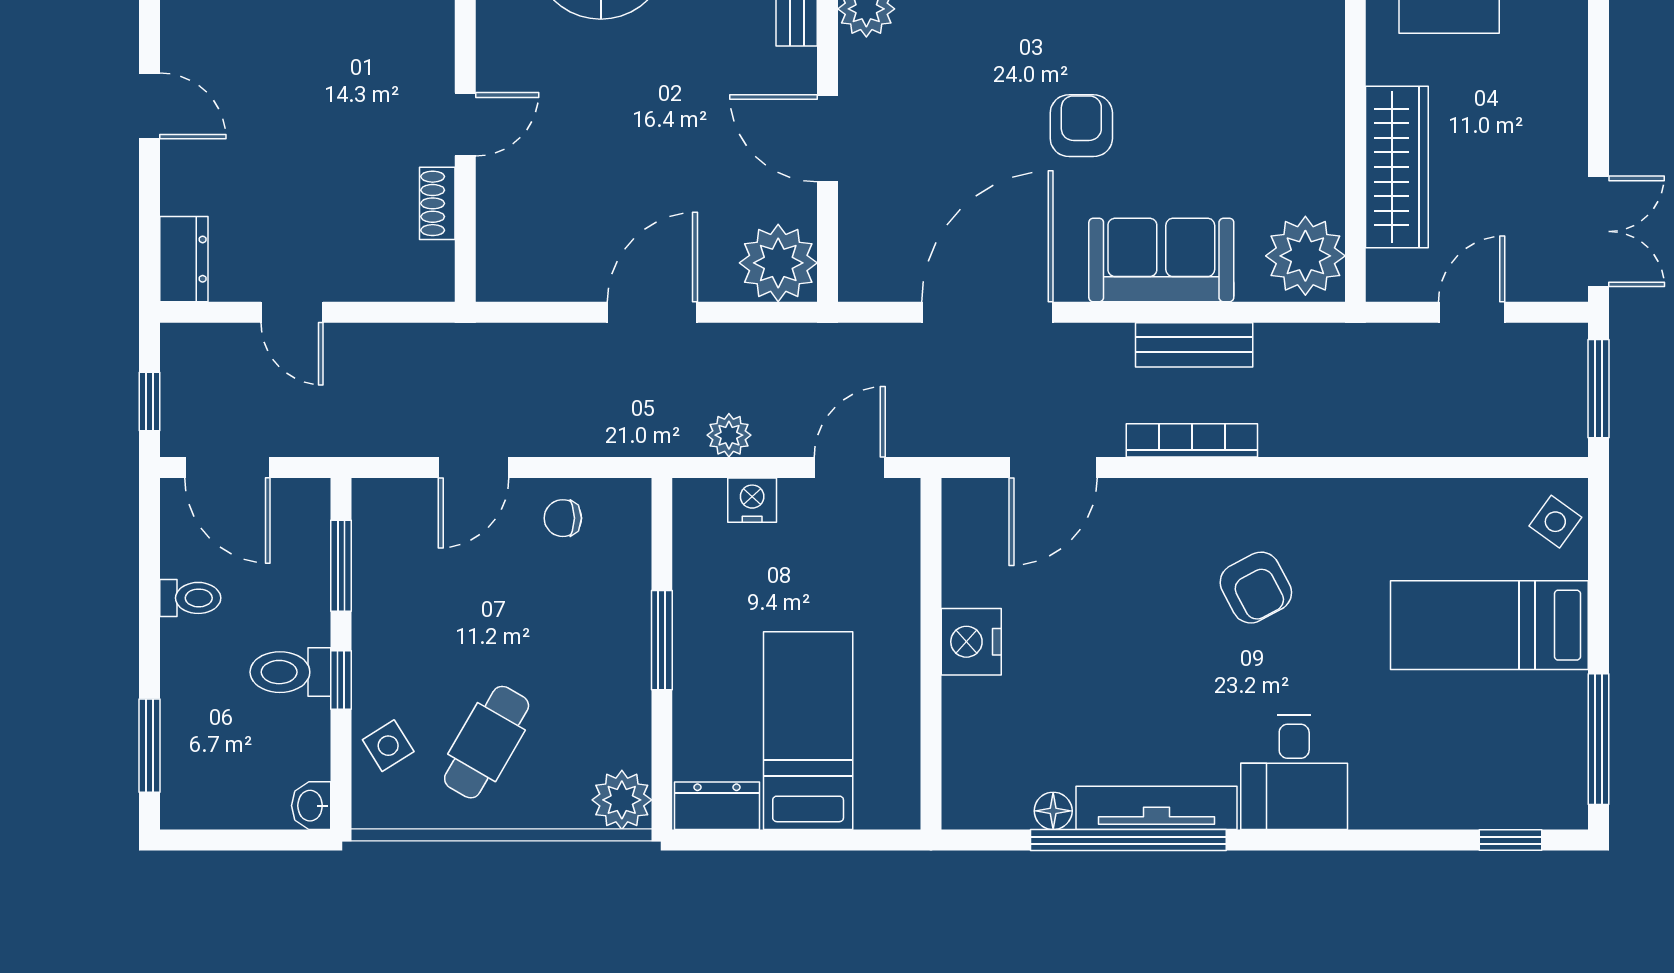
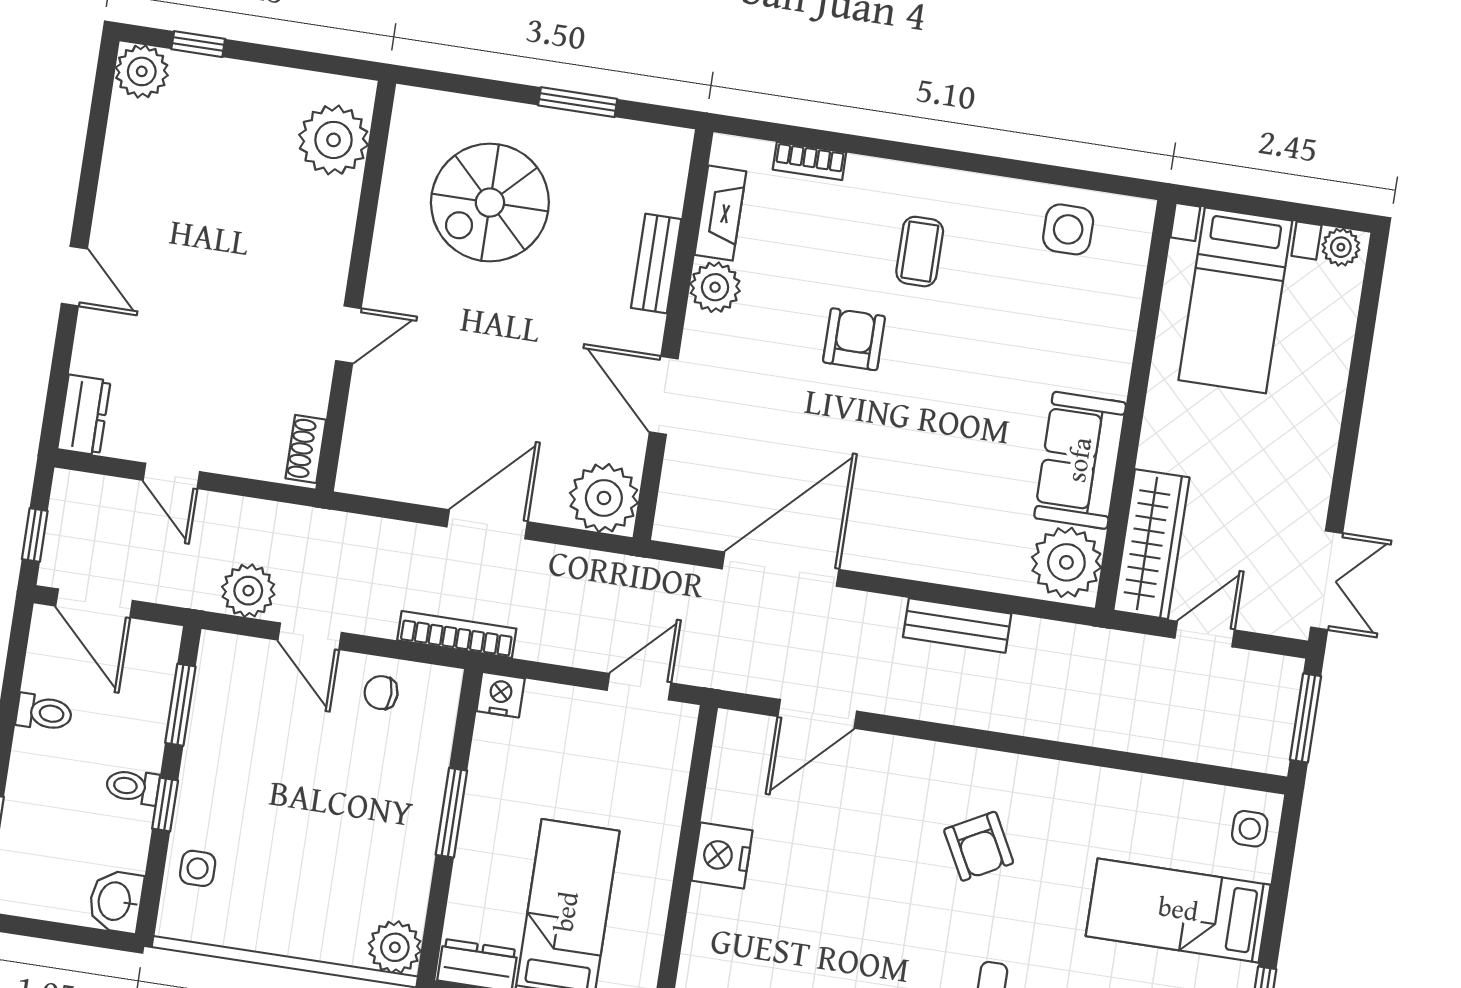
armchair: (1081, 126) -> (854, 339), moved
wardrobe: (1397, 167) -> (1151, 544), moved
shoe rack: (437, 203) -> (306, 449), moved
sofa: (1161, 260) -> (1080, 460), moved, turned -90
plant: (729, 435) -> (248, 591), moved, width x1.38, depth x1.38
bookcase: (1192, 440) -> (457, 634), moved
door: (474, 467) -> (310, 636), hinge flipped
nightstand: (752, 500) -> (501, 695), moved
side table: (1555, 522) -> (1250, 829), turned -36
toilet: (290, 672) -> (133, 787), width x0.73, depth x0.72
cafe table: (487, 742) -> (284, 878), removed
side table: (388, 746) -> (198, 868), turned 32
washbasin: (311, 806) -> (116, 901), width x1.38, depth x1.45

